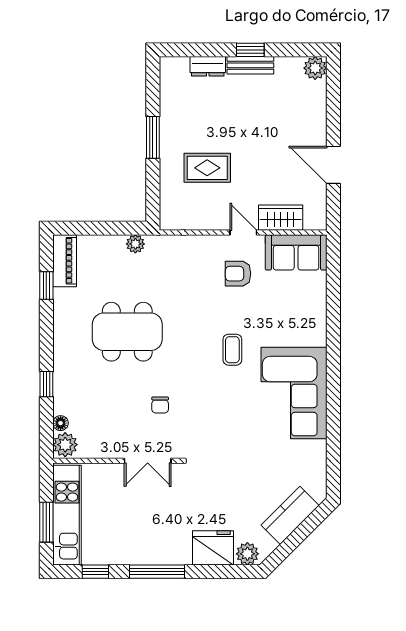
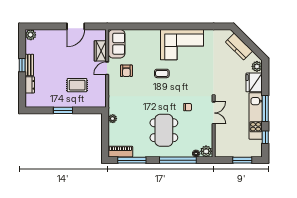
rug: (207, 168) -> (77, 85), turned 90
window: (46, 285) -> (132, 160), width x2.17
dining table: (127, 332) -> (164, 130), moved
window: (46, 384) -> (178, 160), width x3.17
kitchen unit: (67, 515) -> (256, 116), moved, turned -90

